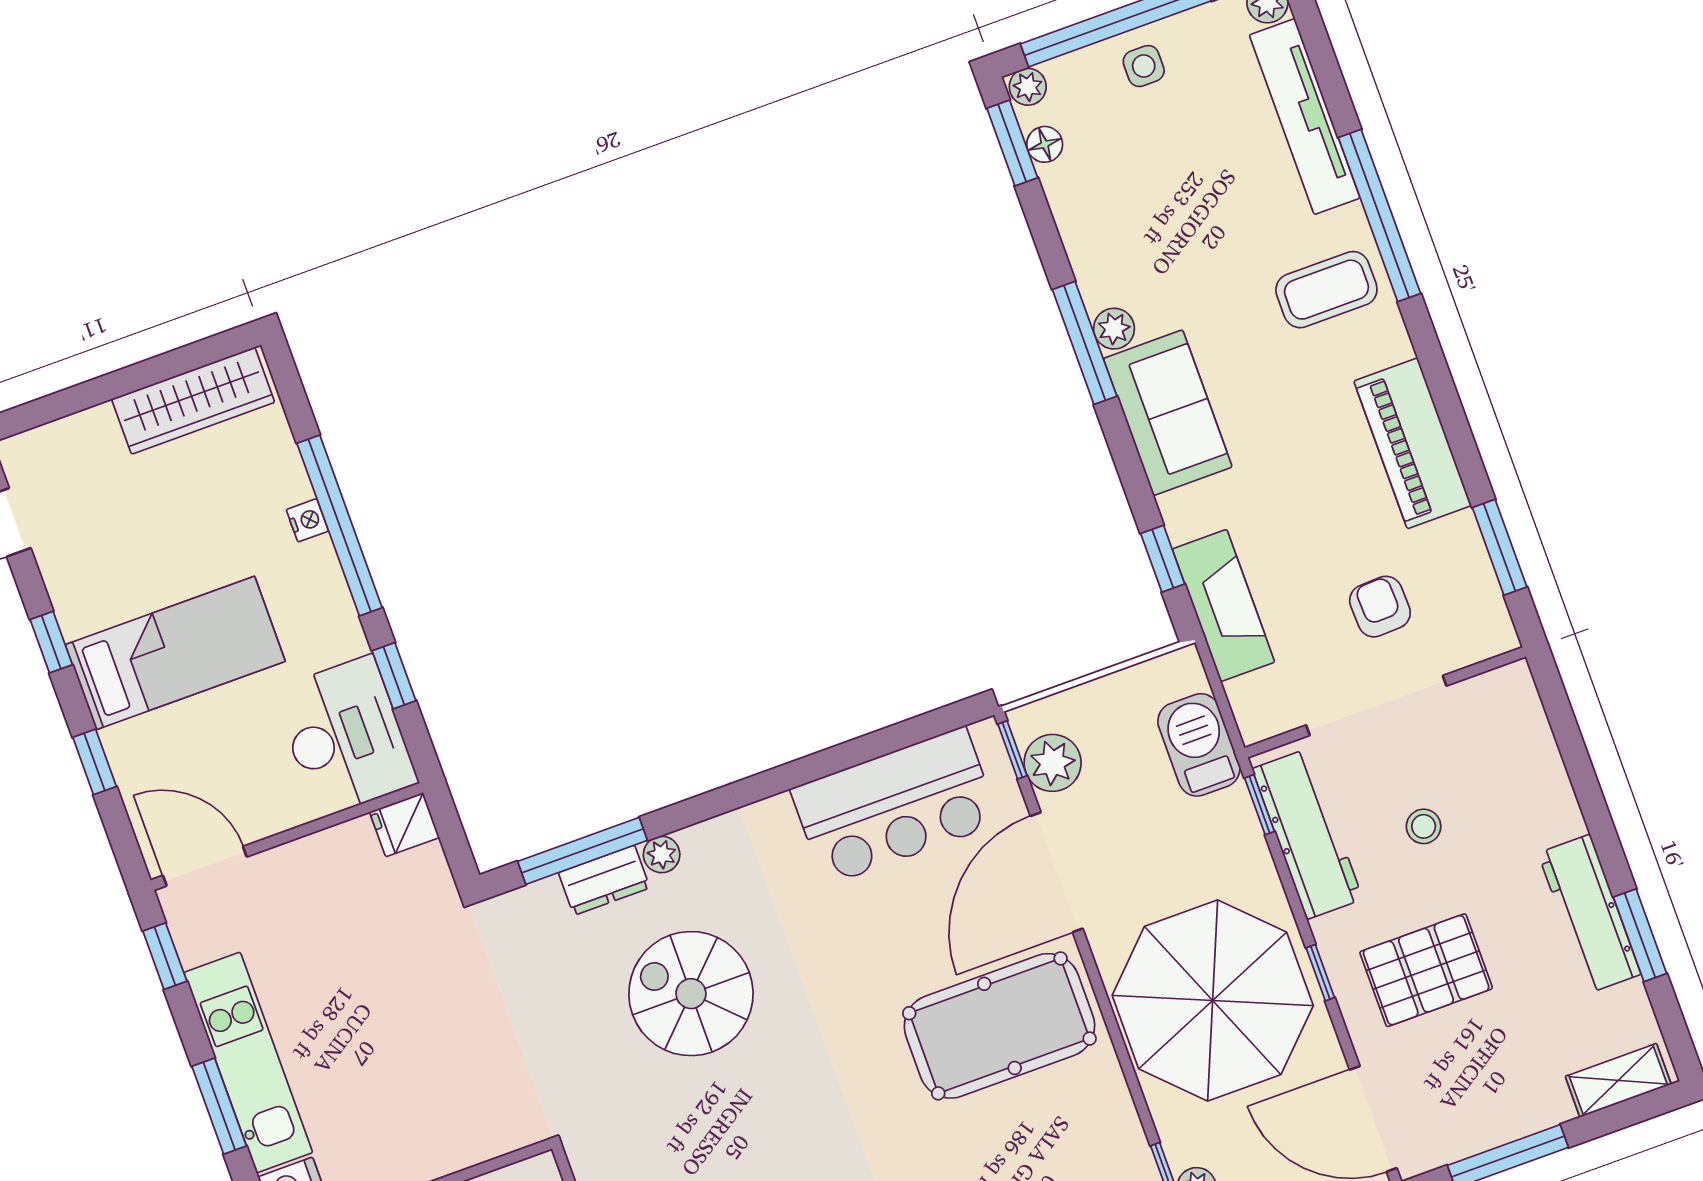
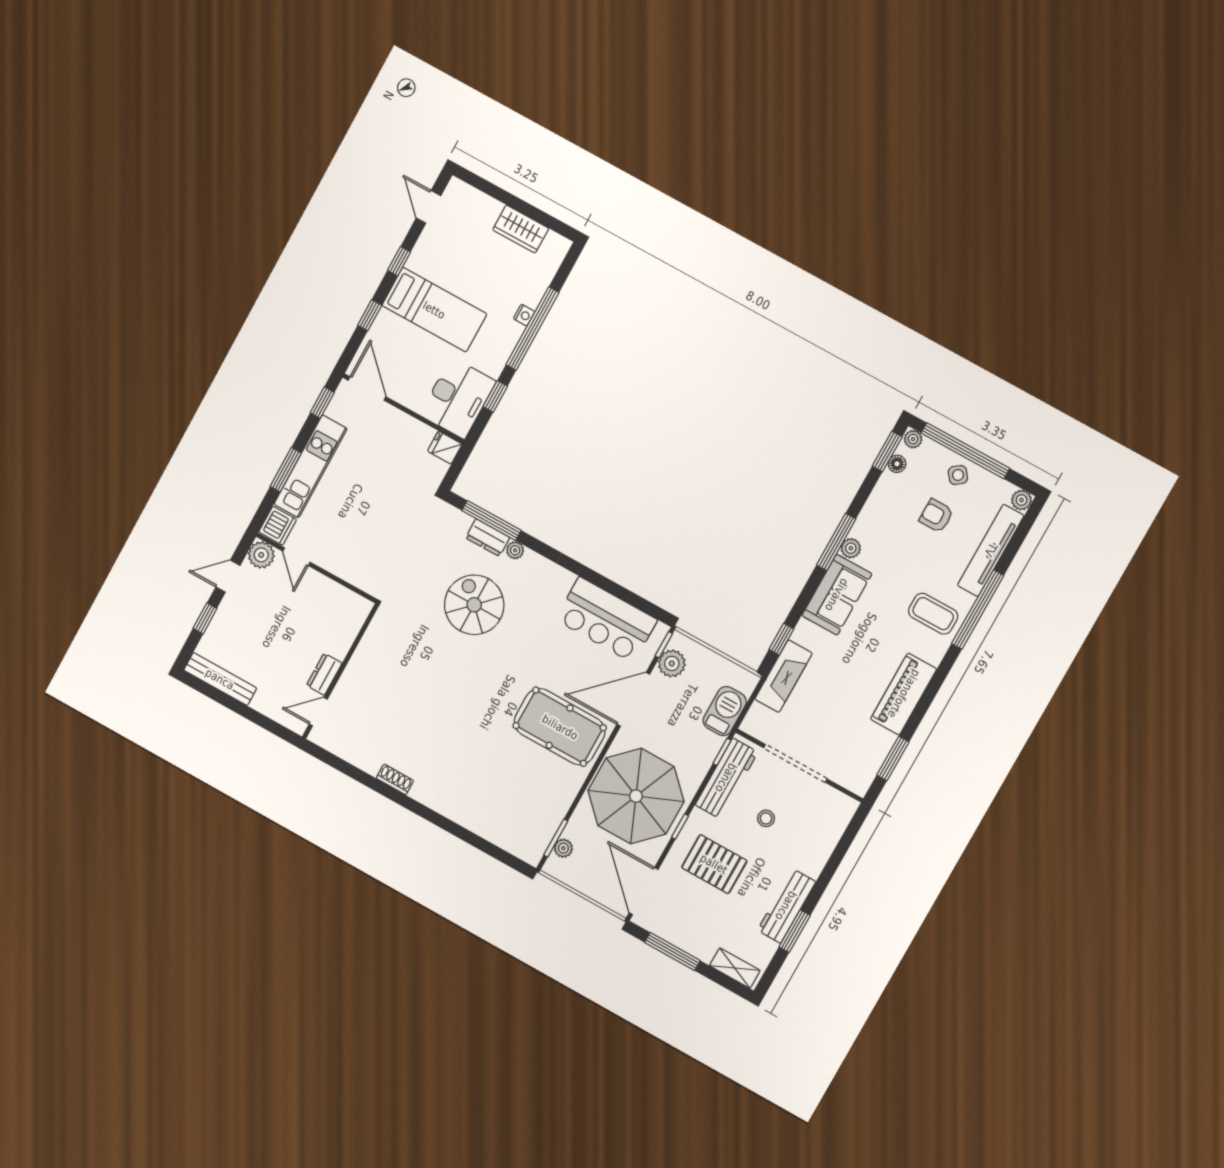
side table: (1144, 66) -> (958, 475), turned -38
wardrobe: (193, 401) -> (521, 229), width x0.67
armchair: (1380, 607) -> (936, 516), moved, turned -88

